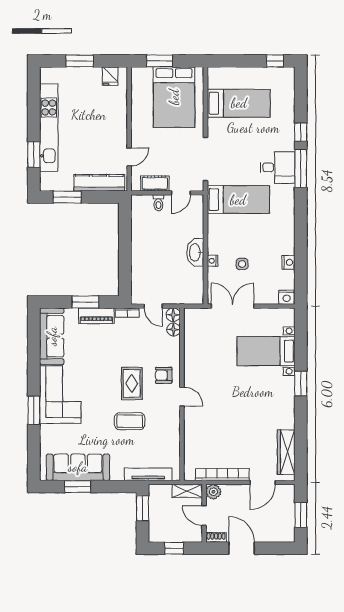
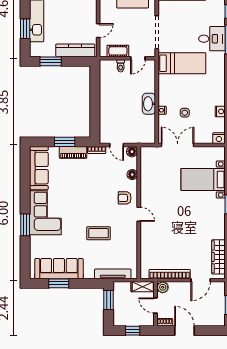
floor lamp: (174, 330) -> (132, 175), moved
rug: (132, 383) -> (100, 204), removed

